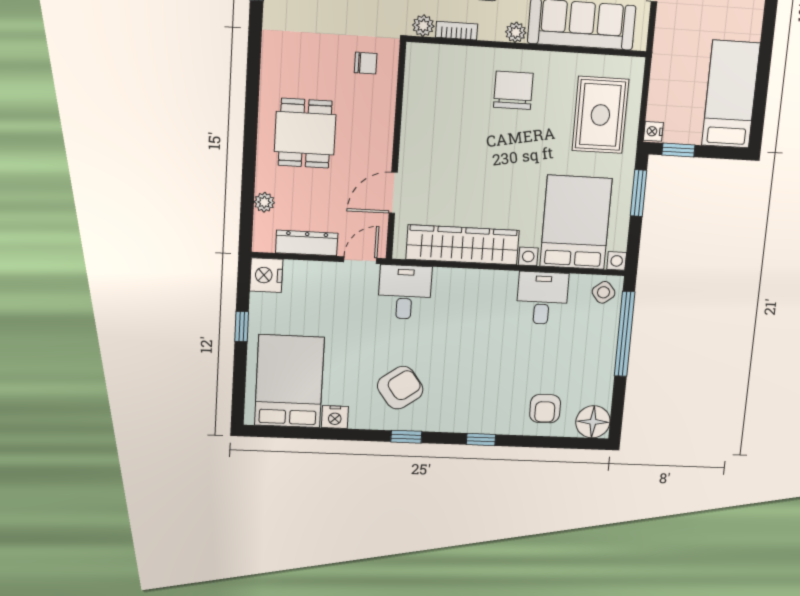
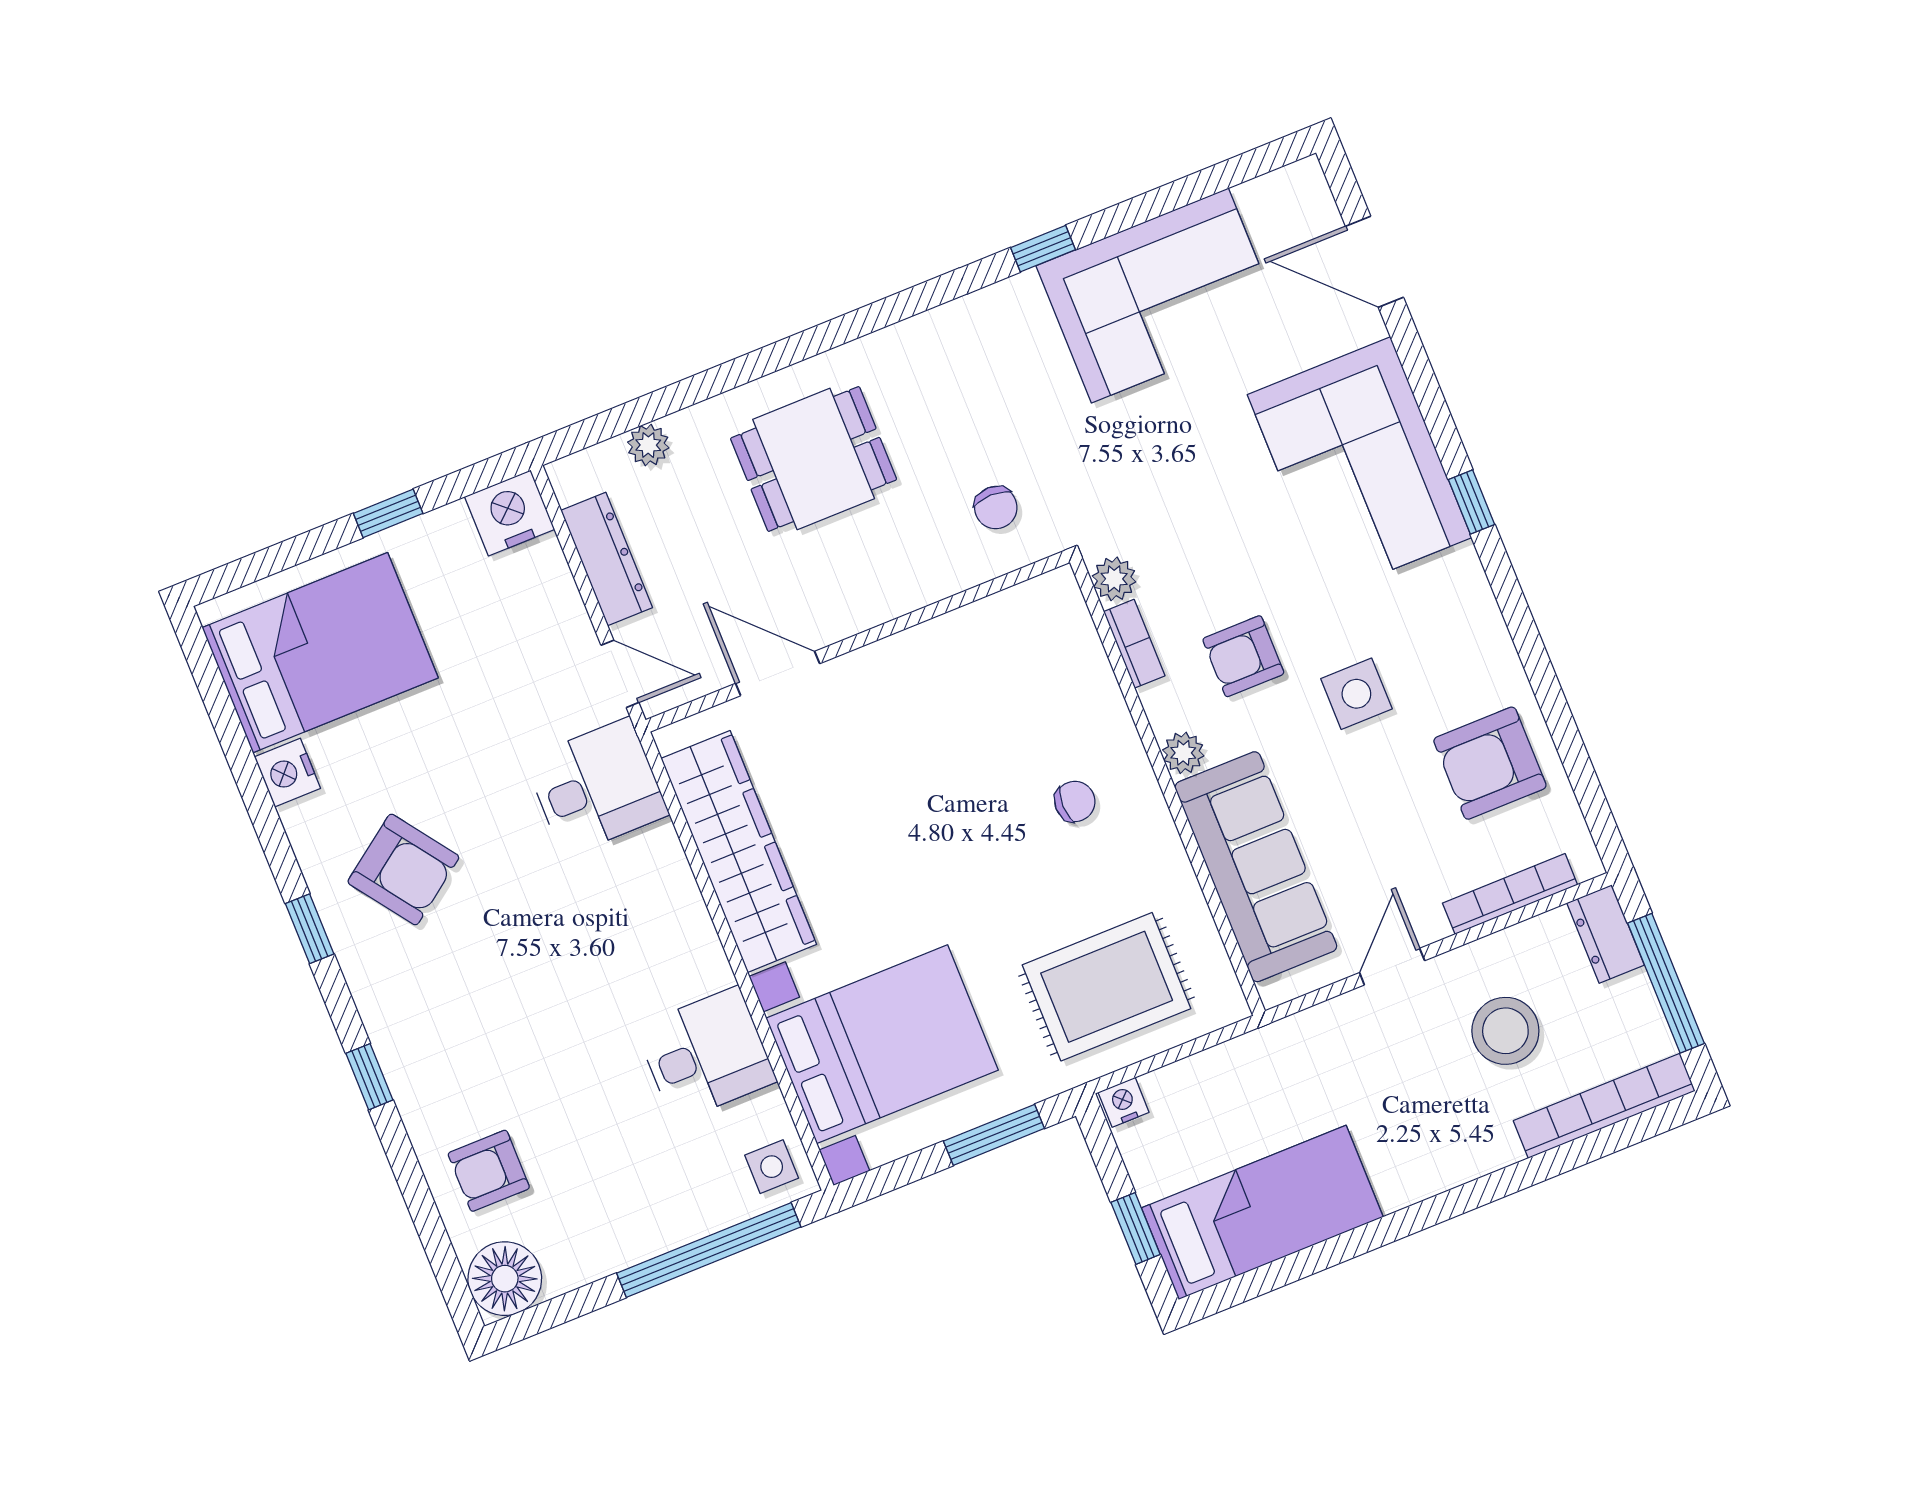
chair: (513, 90) -> (1075, 801), width x0.54, depth x0.54
window: (678, 150) -> (1136, 1228), moved
side table: (604, 292) -> (772, 1167), turned 38

